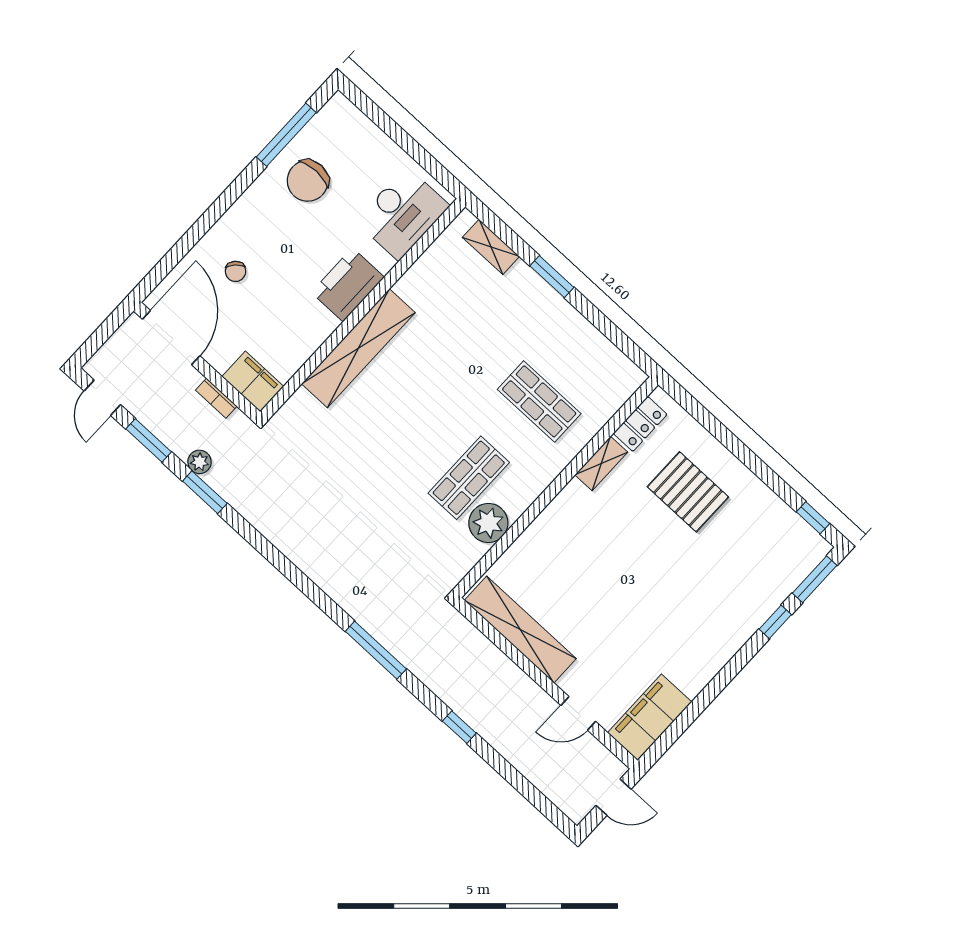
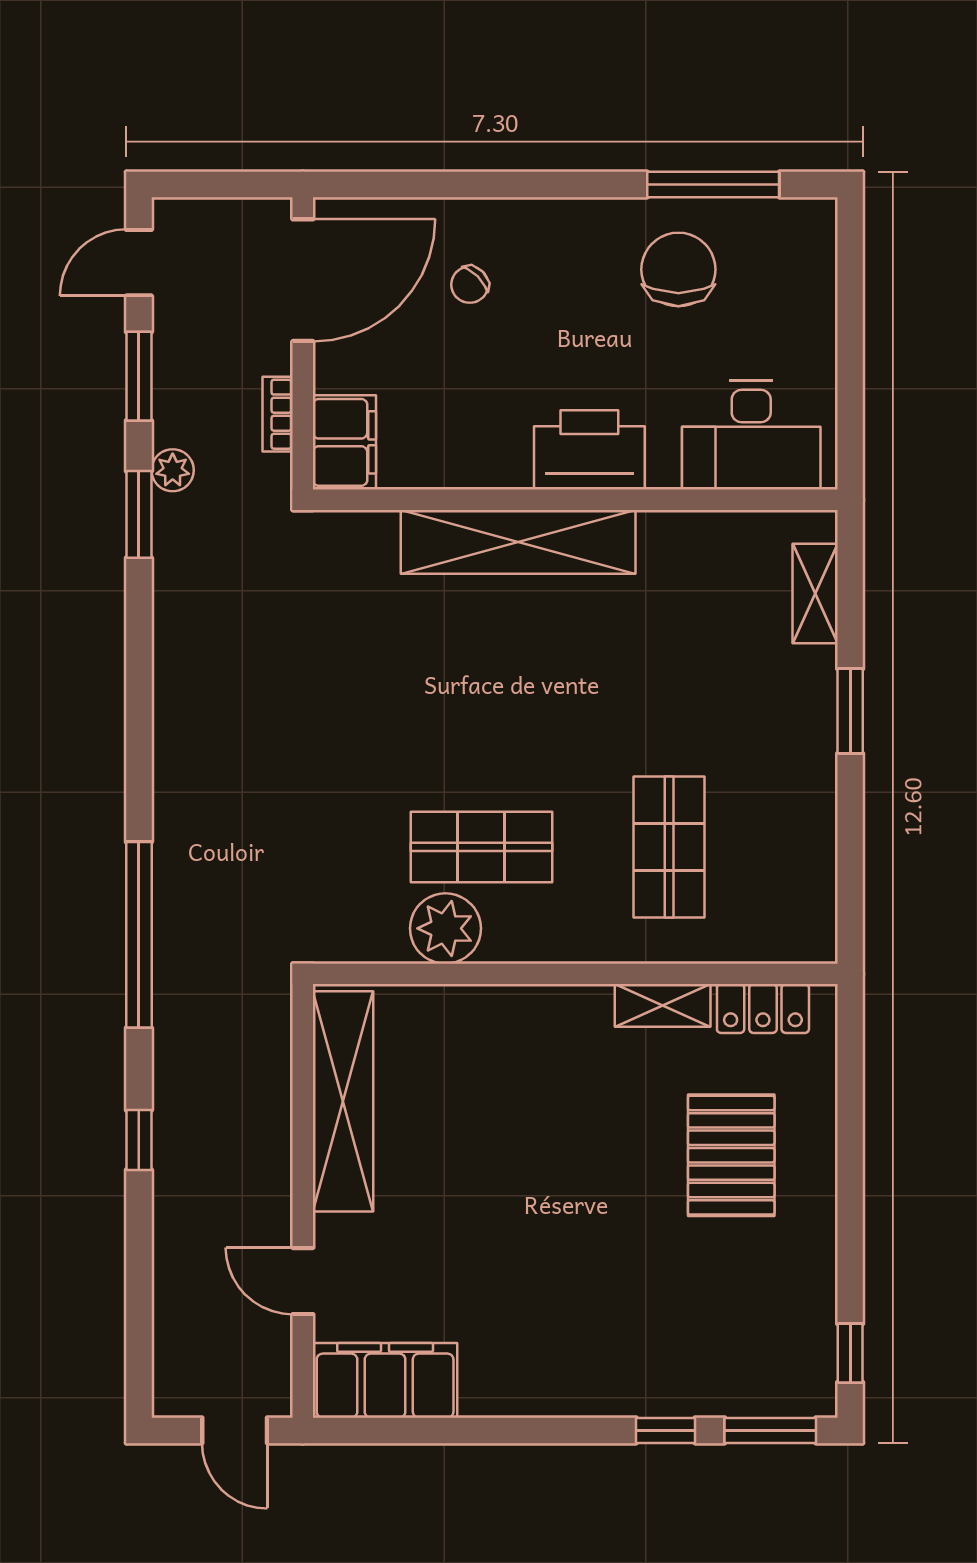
chair: (308, 181) -> (678, 269), turned 90
window: (376, 650) -> (139, 935), width x1.46

